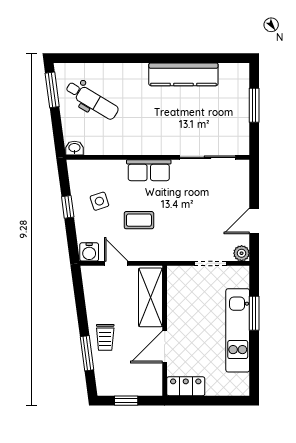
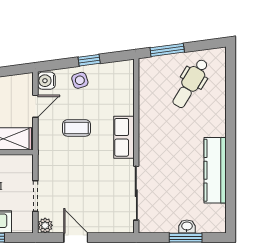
window: (52, 90) -> (167, 50), moved
washbasin: (74, 148) -> (187, 226), moved, turned -90
side table: (99, 201) -> (80, 80), moved
coffee table: (139, 220) -> (77, 128), turned 90

